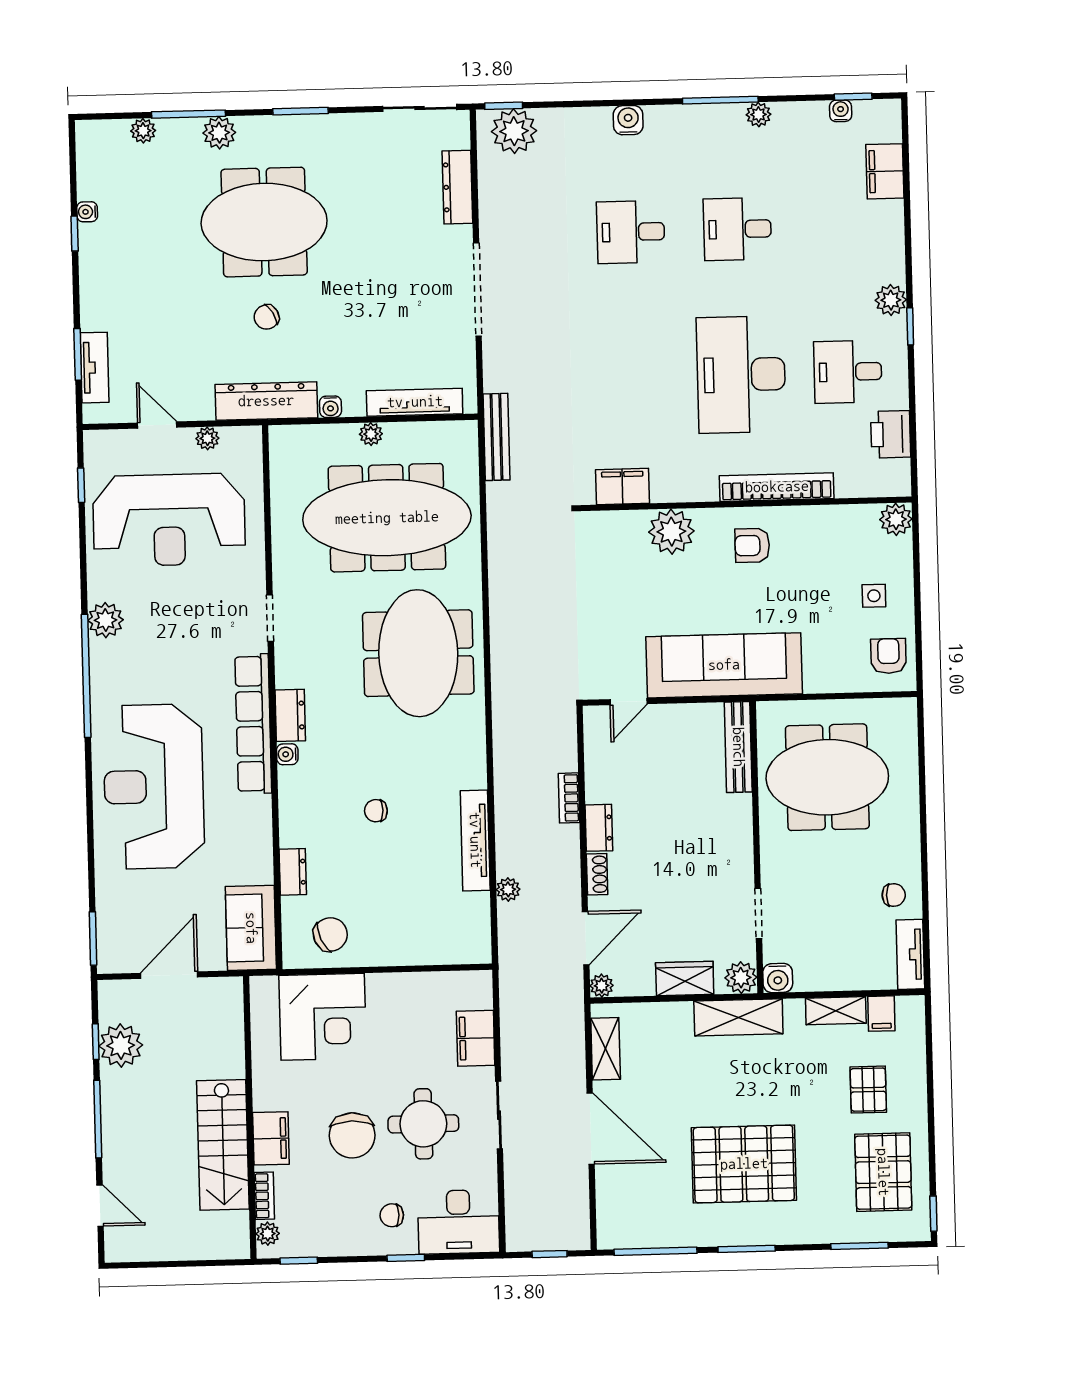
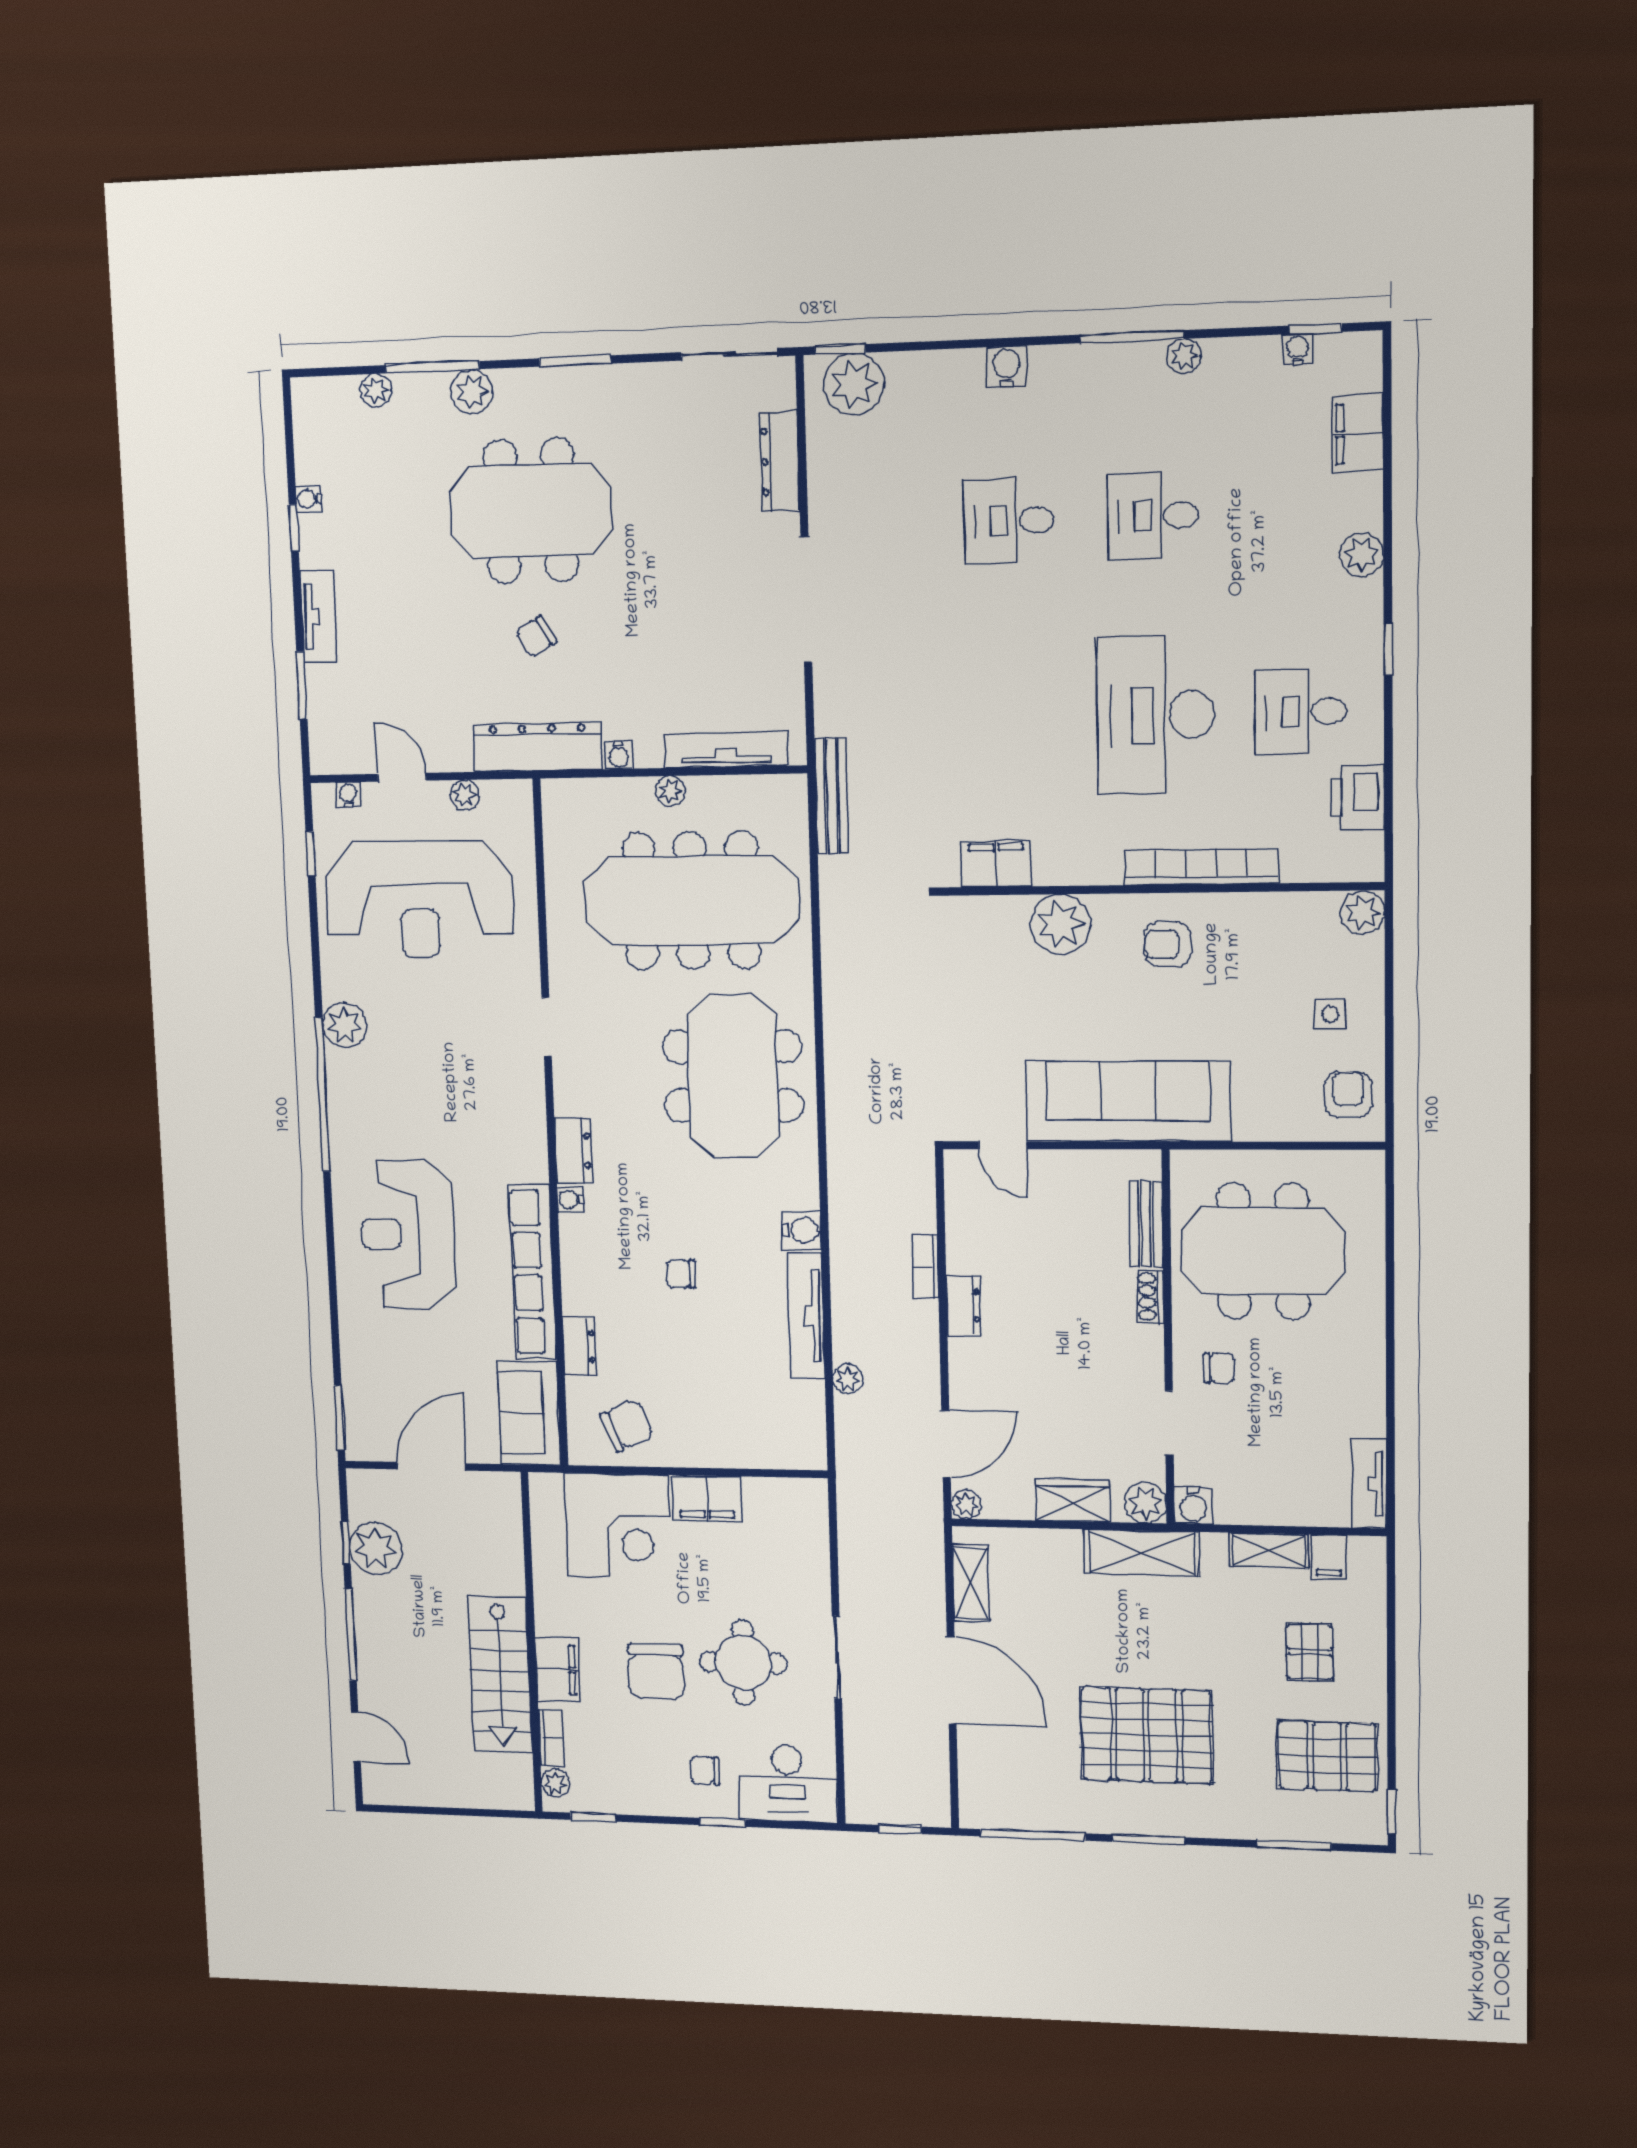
plant: (891, 300) -> (1362, 555), moved
tv unit: (95, 368) -> (319, 617), moved
water cooler: (113, 439) -> (348, 795), added
door: (629, 702) -> (1003, 1145), hinge flipped
row of seats: (253, 724) -> (533, 1272), moved
bench: (738, 747) -> (1146, 1224), width x0.73
water cooler: (472, 773) -> (801, 1230), added
reception desk: (154, 787) -> (408, 1234), width x0.74, depth x0.77
shoe rack: (597, 874) -> (1150, 1297), moved, turned 180
chair: (894, 895) -> (1219, 1368), moved
filing cabinet: (476, 1038) -> (707, 1498), moved, turned -90
pallet: (883, 1172) -> (1327, 1756), turned 90

